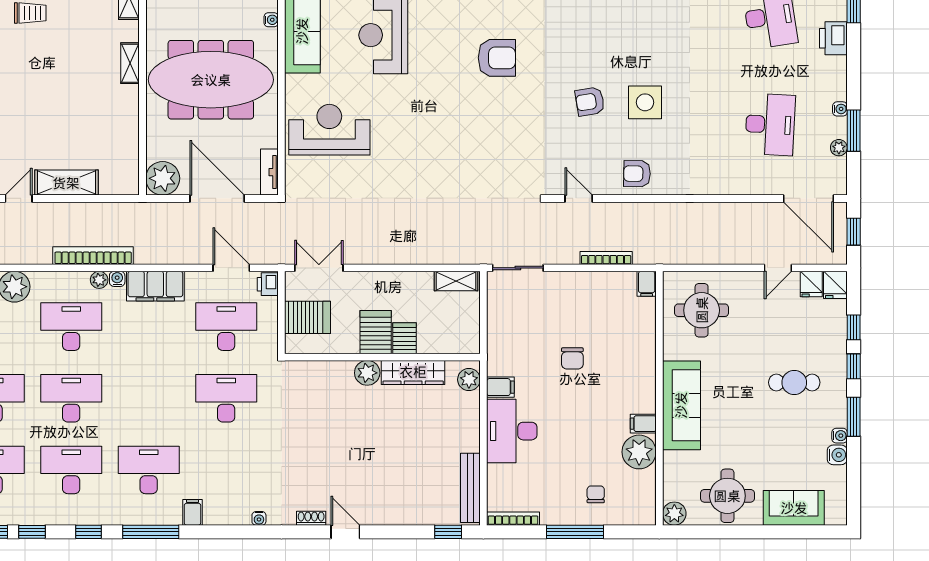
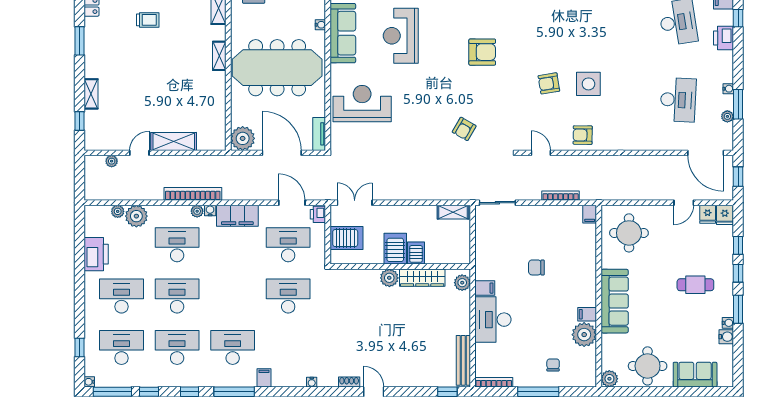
armchair: (472, 165) -> (464, 129), added
chair: (572, 358) -> (536, 267), turned 90

